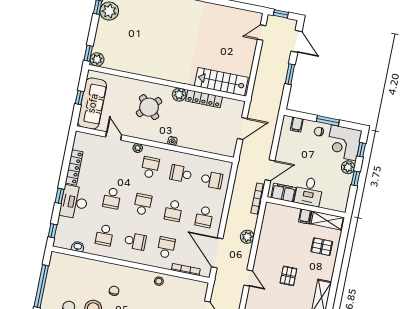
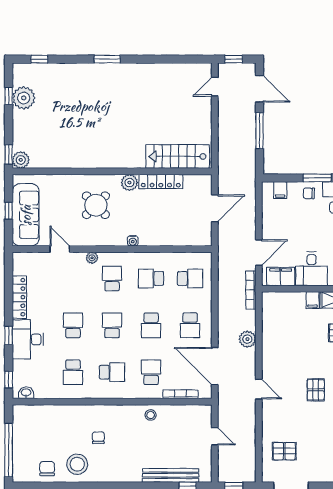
window: (290, 74) -> (259, 131), width x1.44
school desk: (112, 198) -> (73, 325), turned 180
washbasin: (78, 247) -> (26, 393), moved
pallet: (288, 276) -> (316, 390), moved

